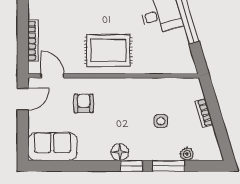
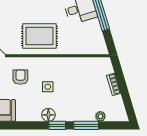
side table: (161, 121) -> (48, 87), moved

